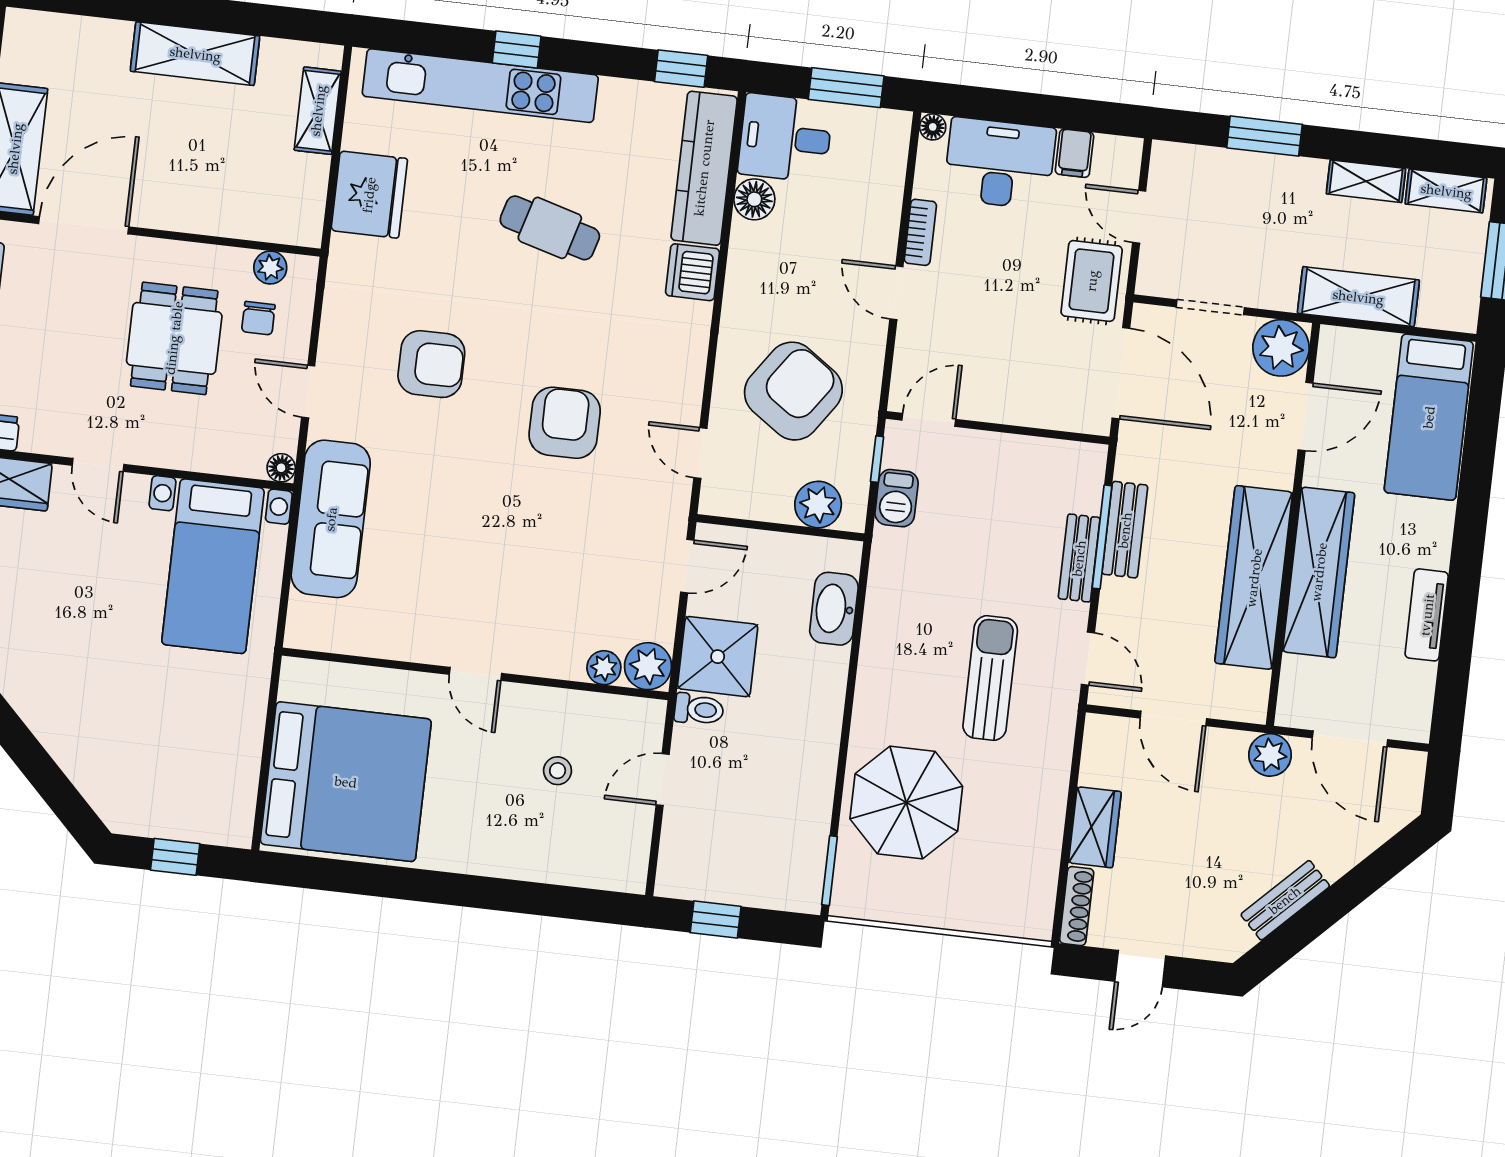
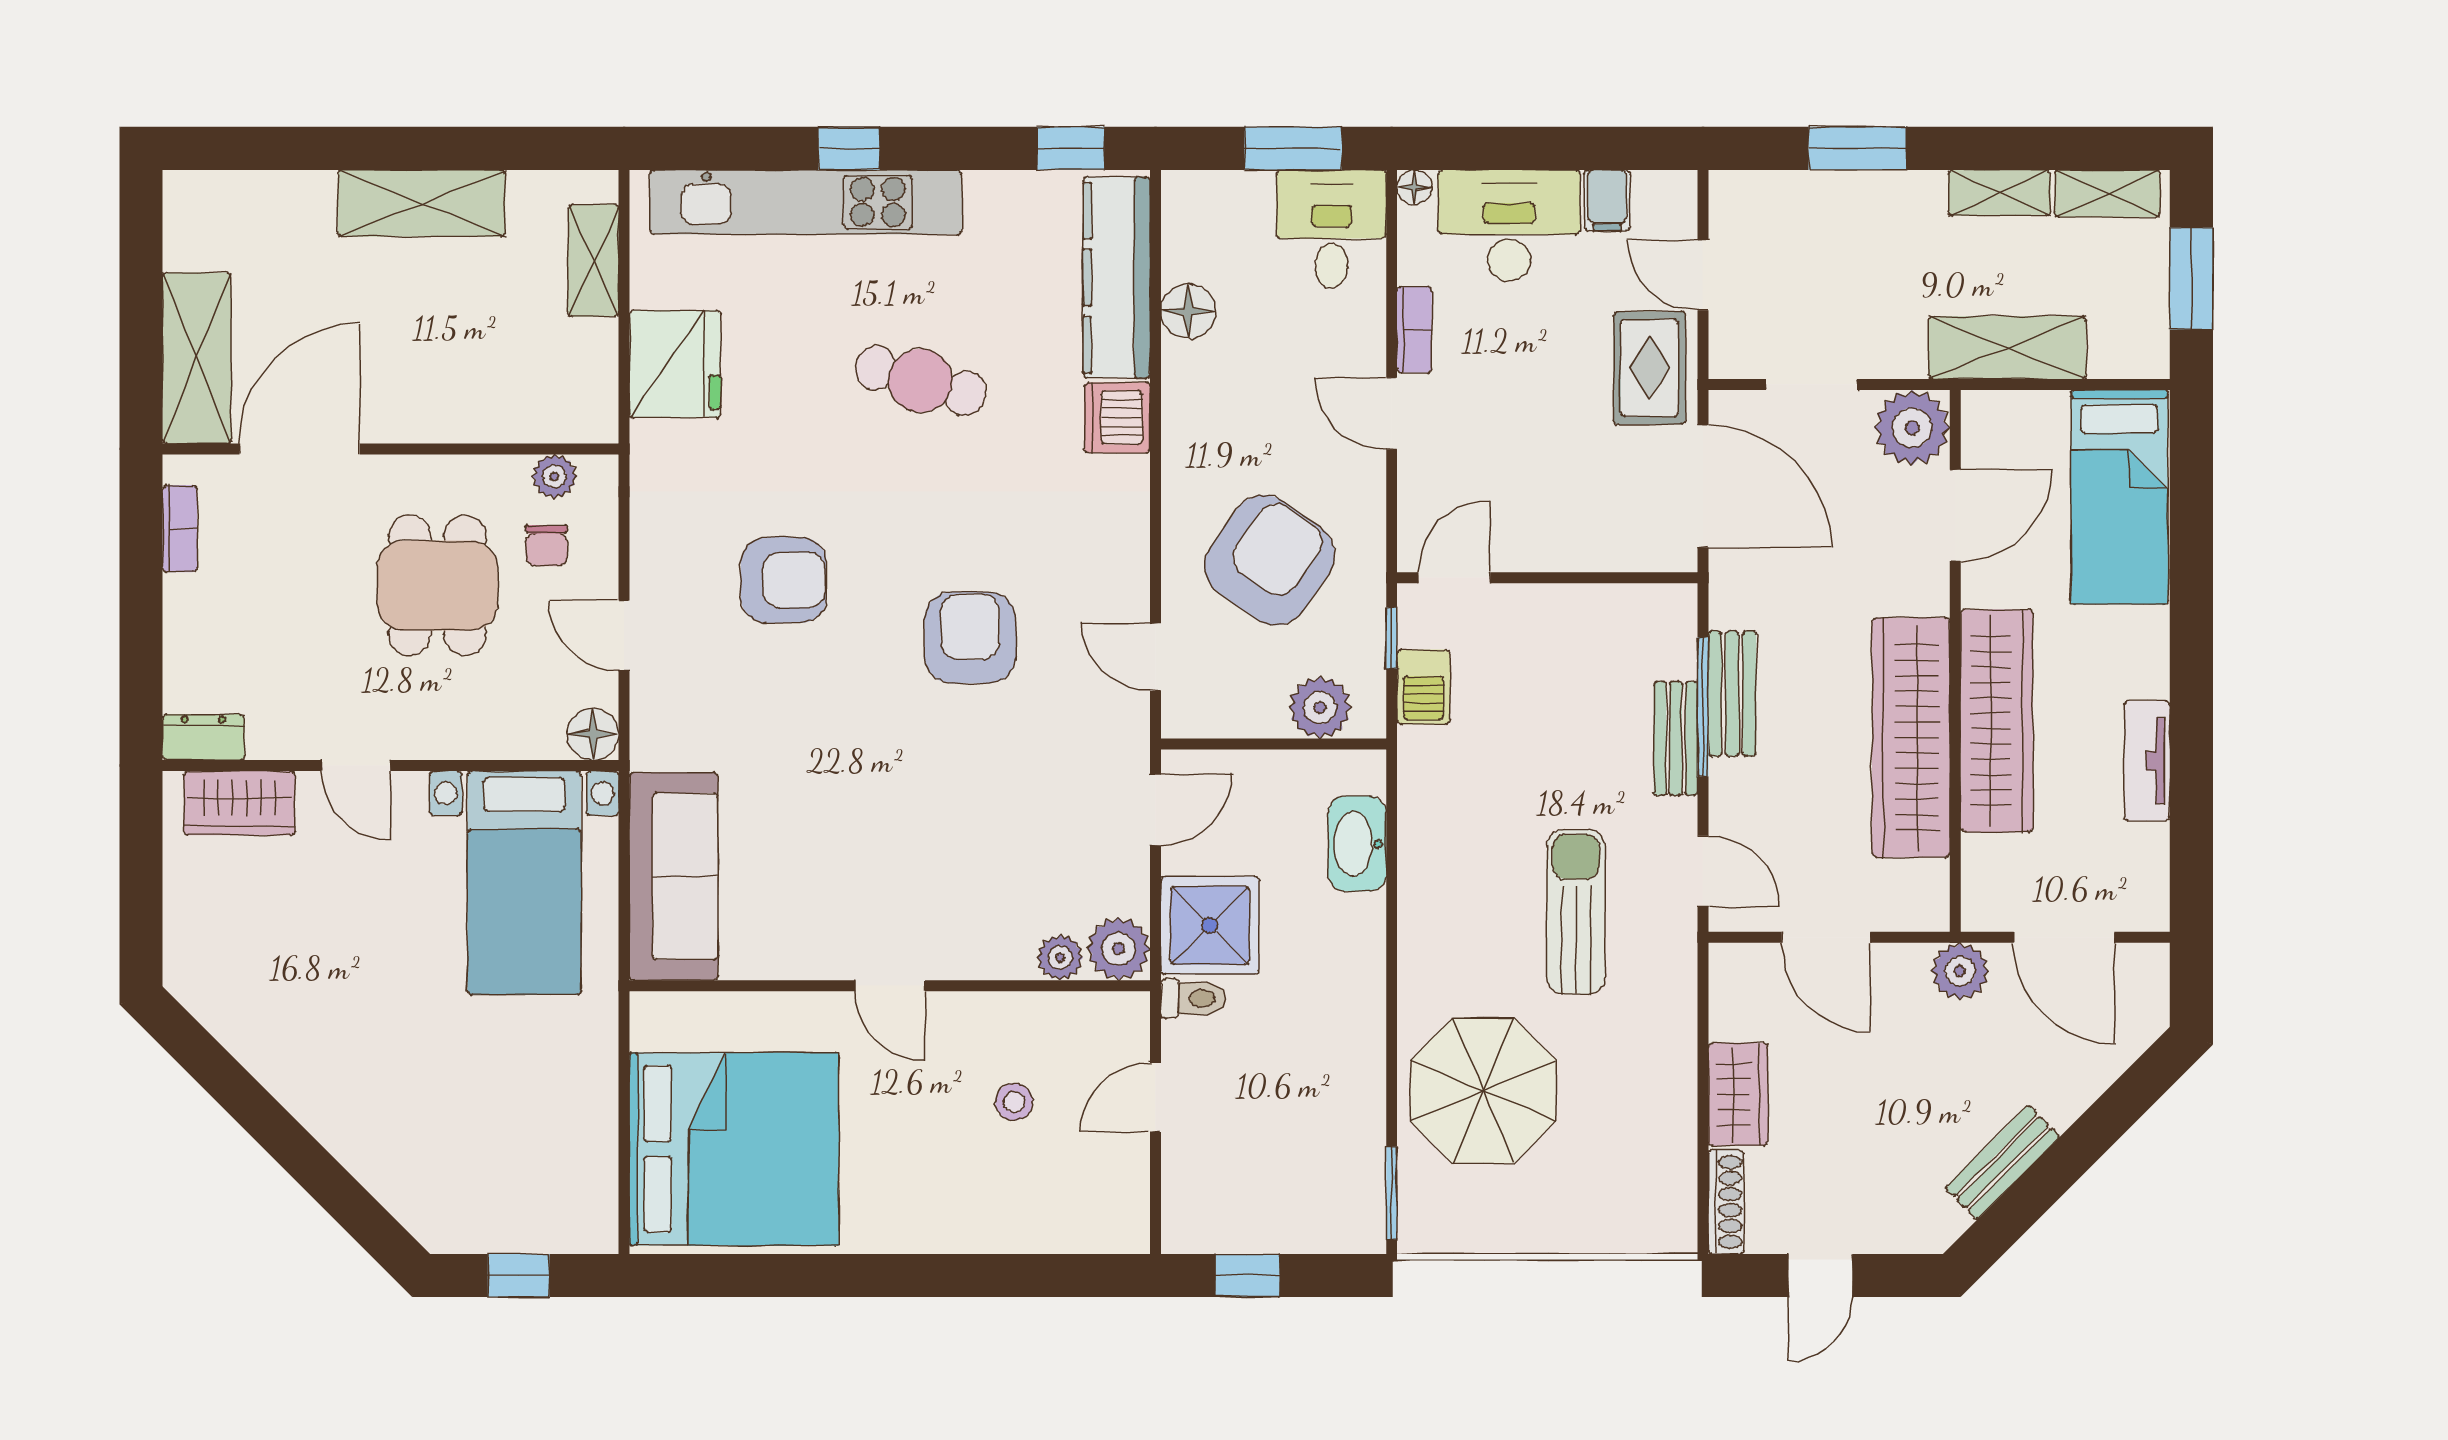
desk: (785, 138) -> (1331, 229), moved, turned 90
floor lamp: (281, 468) -> (593, 734), width x1.37, depth x1.37
sofa: (331, 519) -> (674, 876), moved

